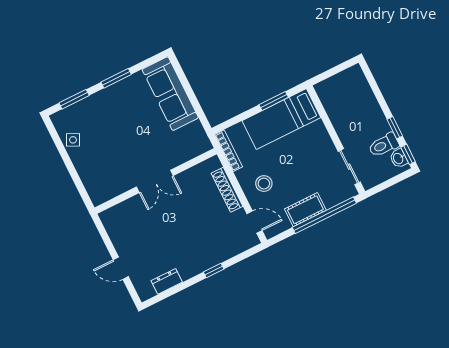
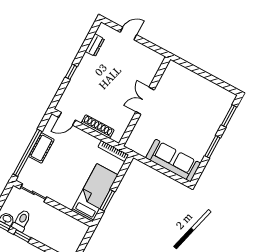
side table: (73, 140) -> (212, 91), removed
stool: (264, 184) -> (78, 146), removed

